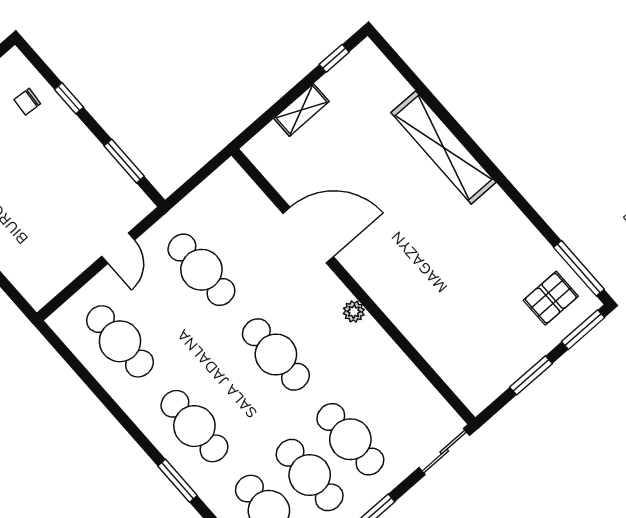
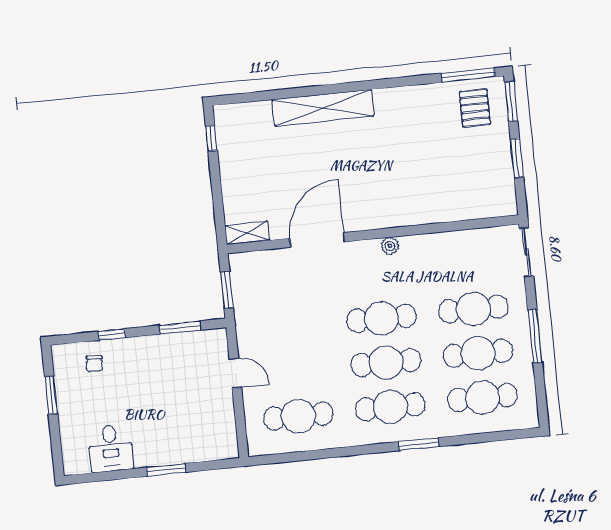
shelving: (301, 110) -> (247, 233), moved, turned 90
window: (195, 181) -> (227, 290), added
cafe table: (201, 270) -> (386, 363), moved

